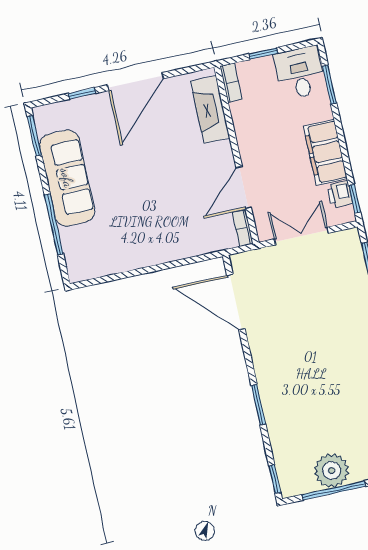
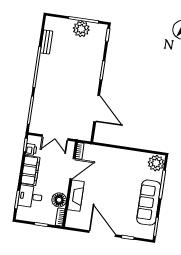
desk: (300, 73) -> (30, 197), moved, turned 90
door: (135, 82) -> (102, 234), hinge flipped
fireplace: (210, 110) -> (76, 196), moved
floor lamp: (246, 116) -> (59, 200), added
plant: (82, 262) -> (156, 163), added
door: (236, 302) -> (97, 109), moved

